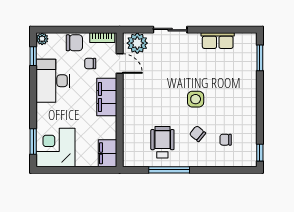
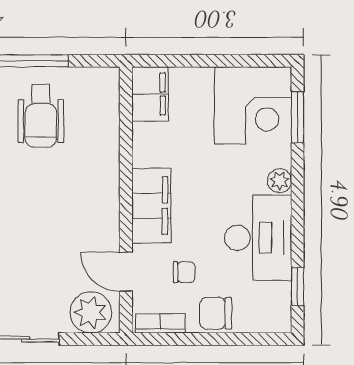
plant: (42, 39) -> (280, 181), moved

